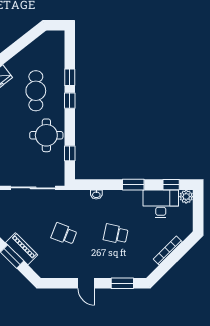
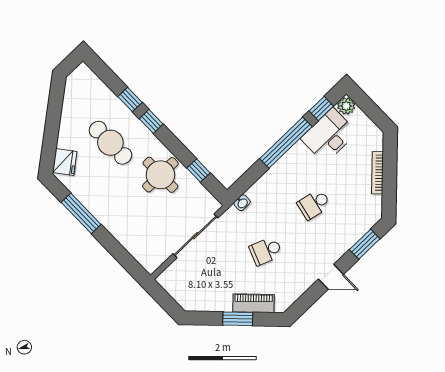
window: (133, 185) -> (286, 143), width x2.11
washbasin: (96, 195) -> (242, 203), moved
piano: (22, 249) -> (254, 303), moved

